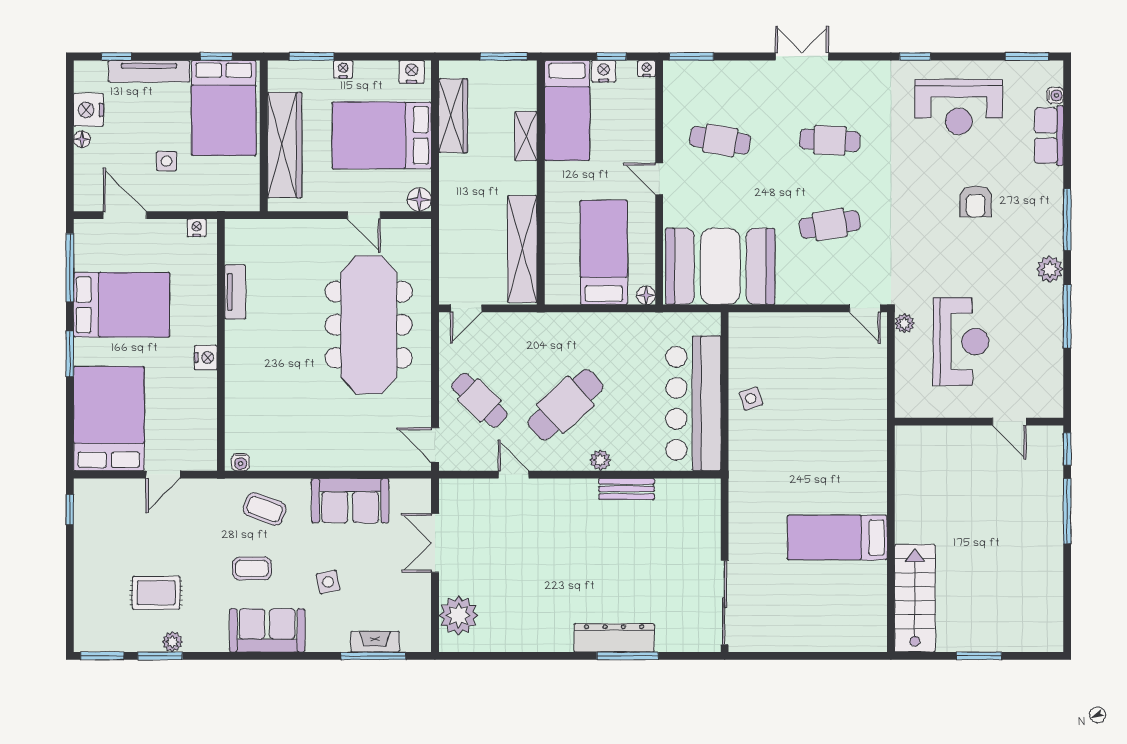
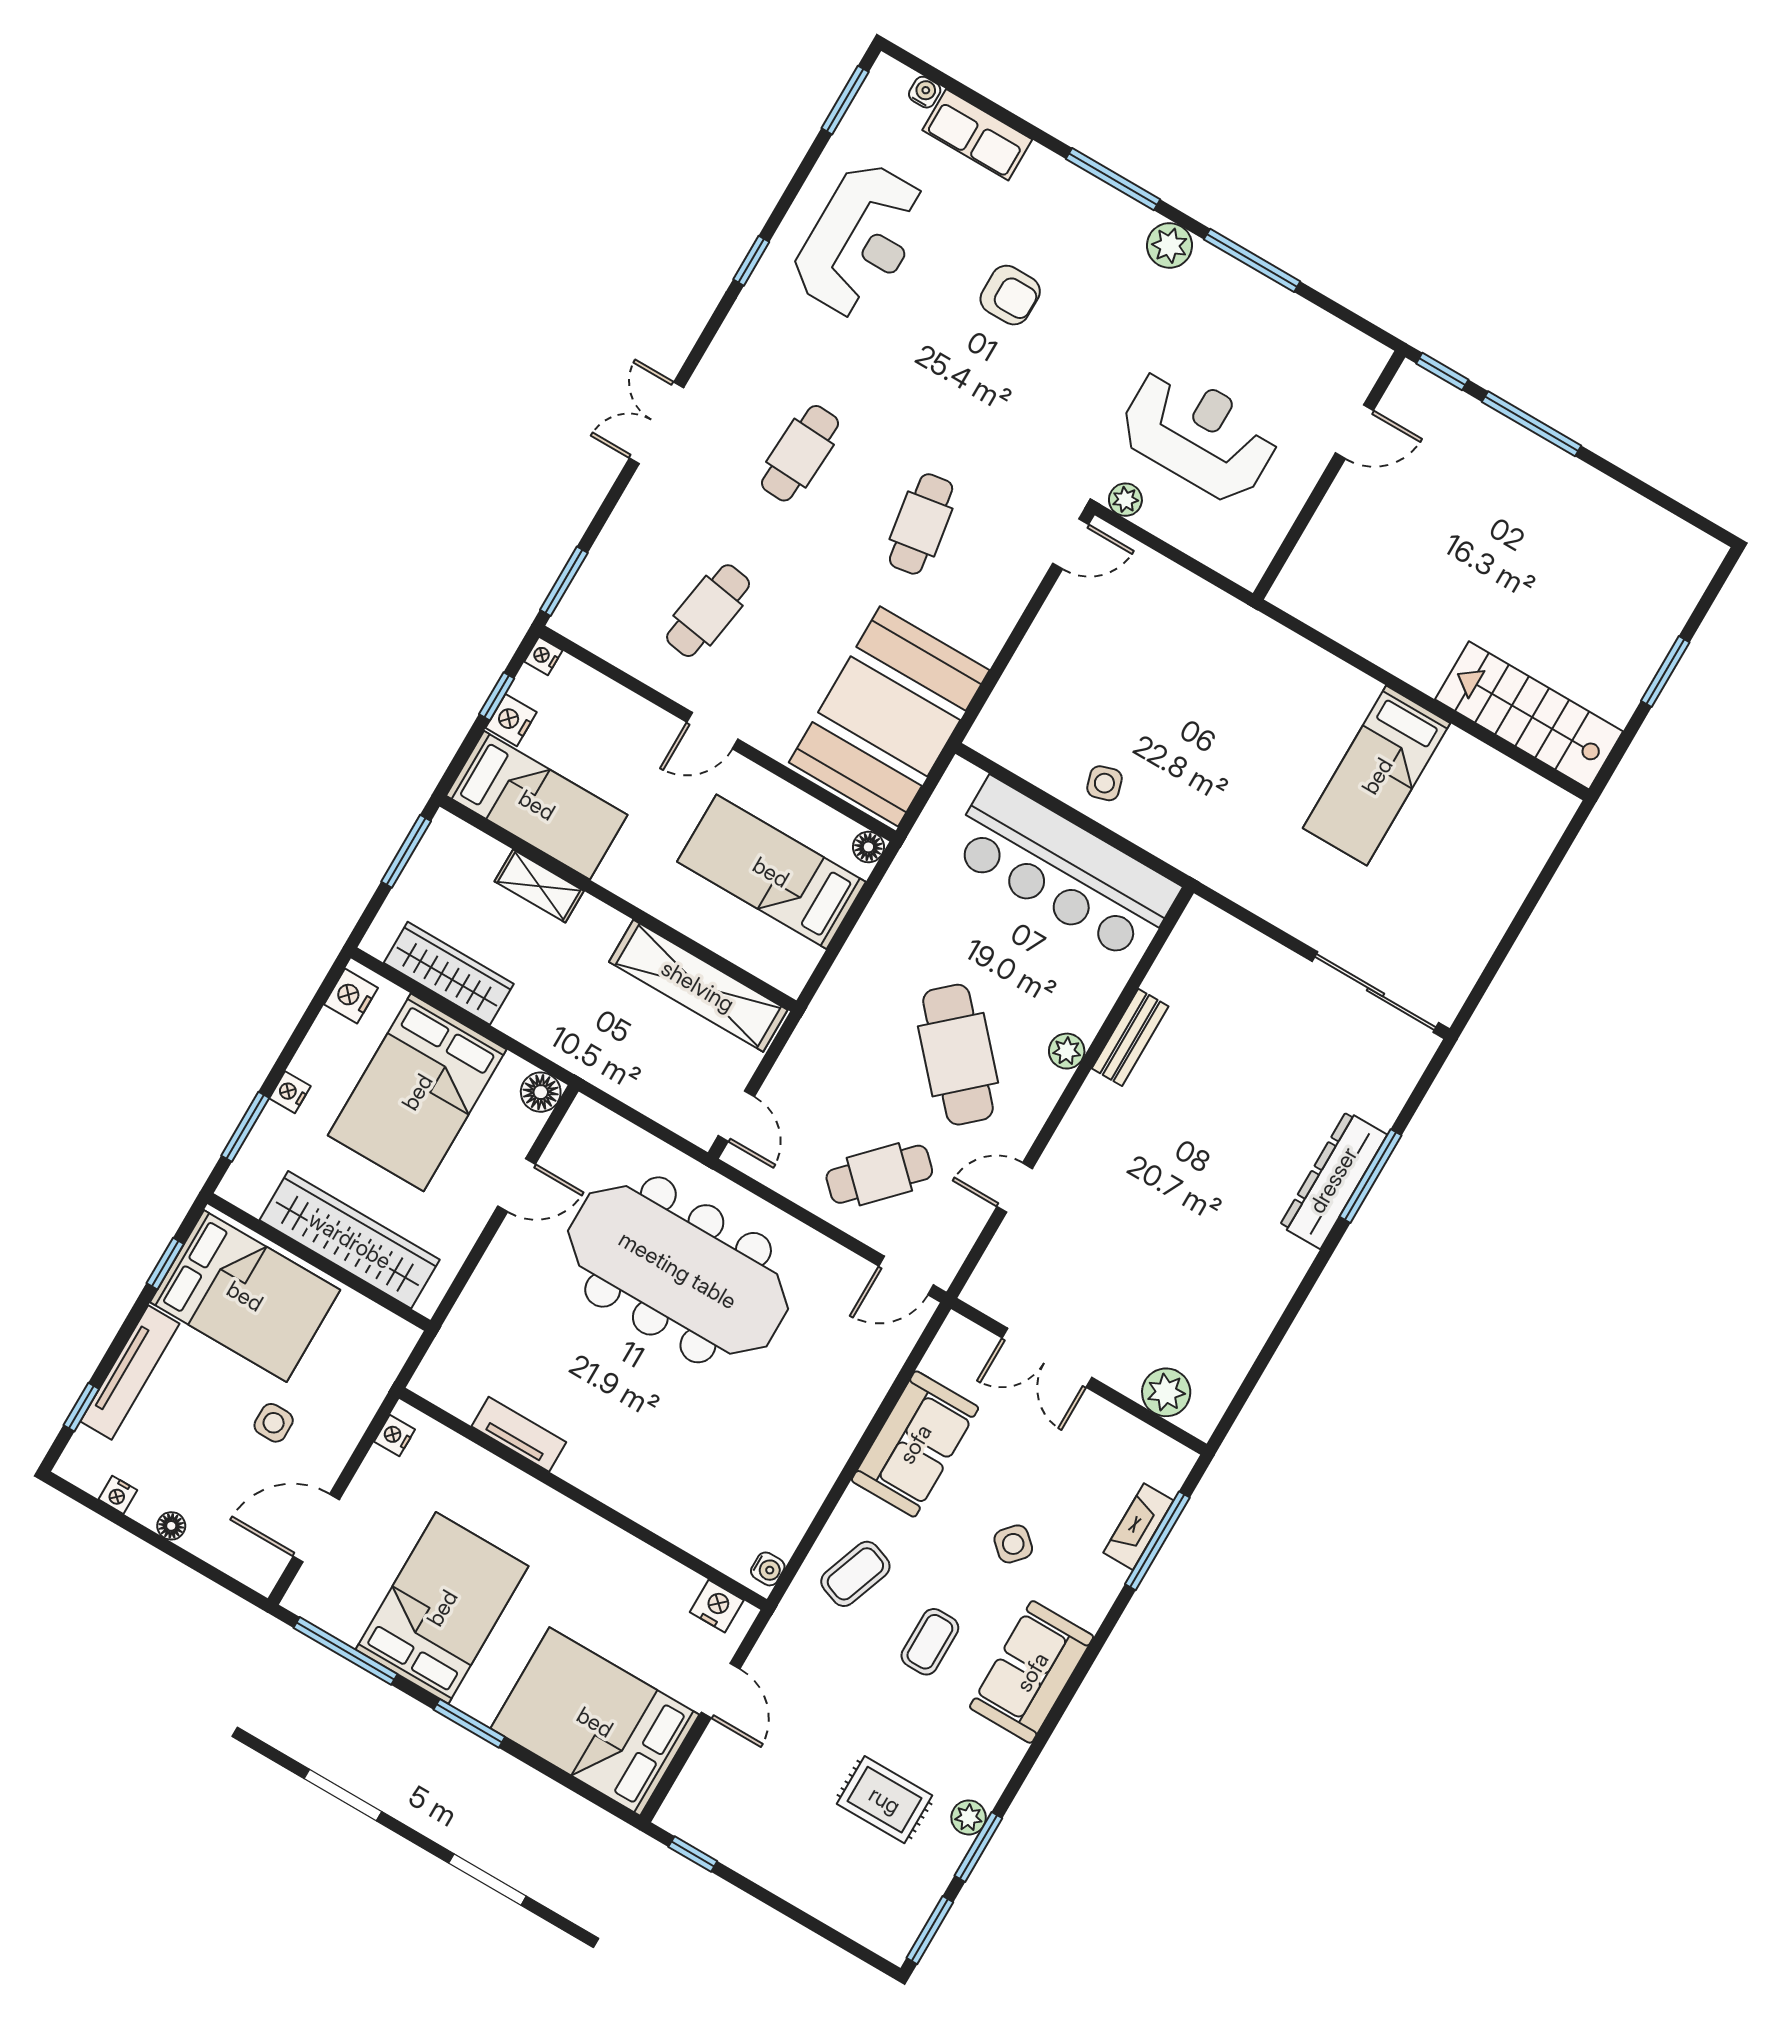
nightstand: (88, 110) -> (118, 1495), width x0.53, depth x0.56
nightstand: (206, 358) -> (717, 1606), moved
side table: (328, 582) -> (1013, 1544), turned -37
rug: (156, 593) -> (885, 1800), turned 90
plant: (458, 615) -> (1166, 1392), width x0.73, depth x0.73

